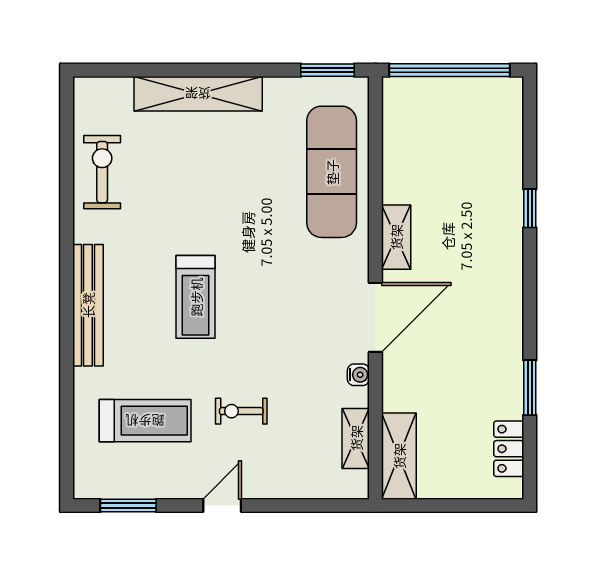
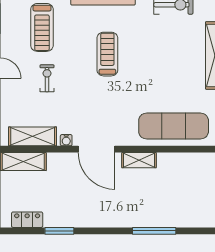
window: (530, 208) -> (154, 231), width x2.17
treadmill: (196, 297) -> (107, 54), turned 90
shelving: (356, 438) -> (33, 136), width x1.50, depth x1.33

